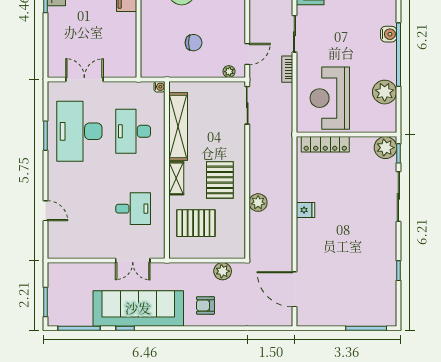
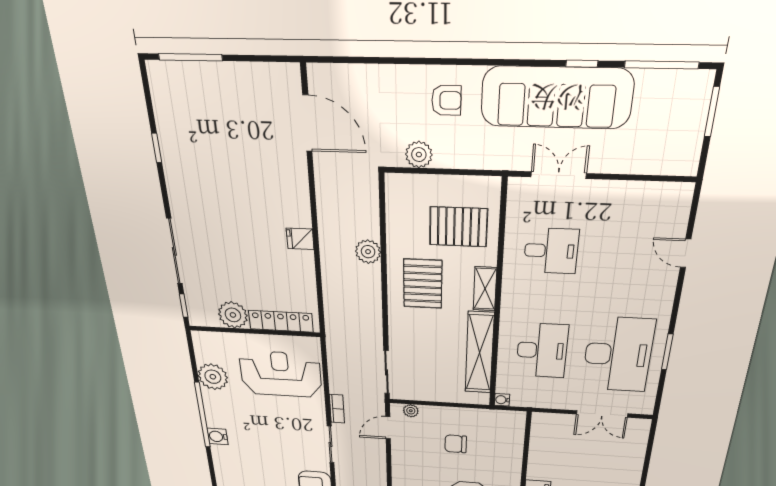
reception desk: (330, 98) -> (281, 374), turned -90
plant: (385, 148) -> (233, 315), moved
desk: (133, 209) -> (551, 251), turned 180

